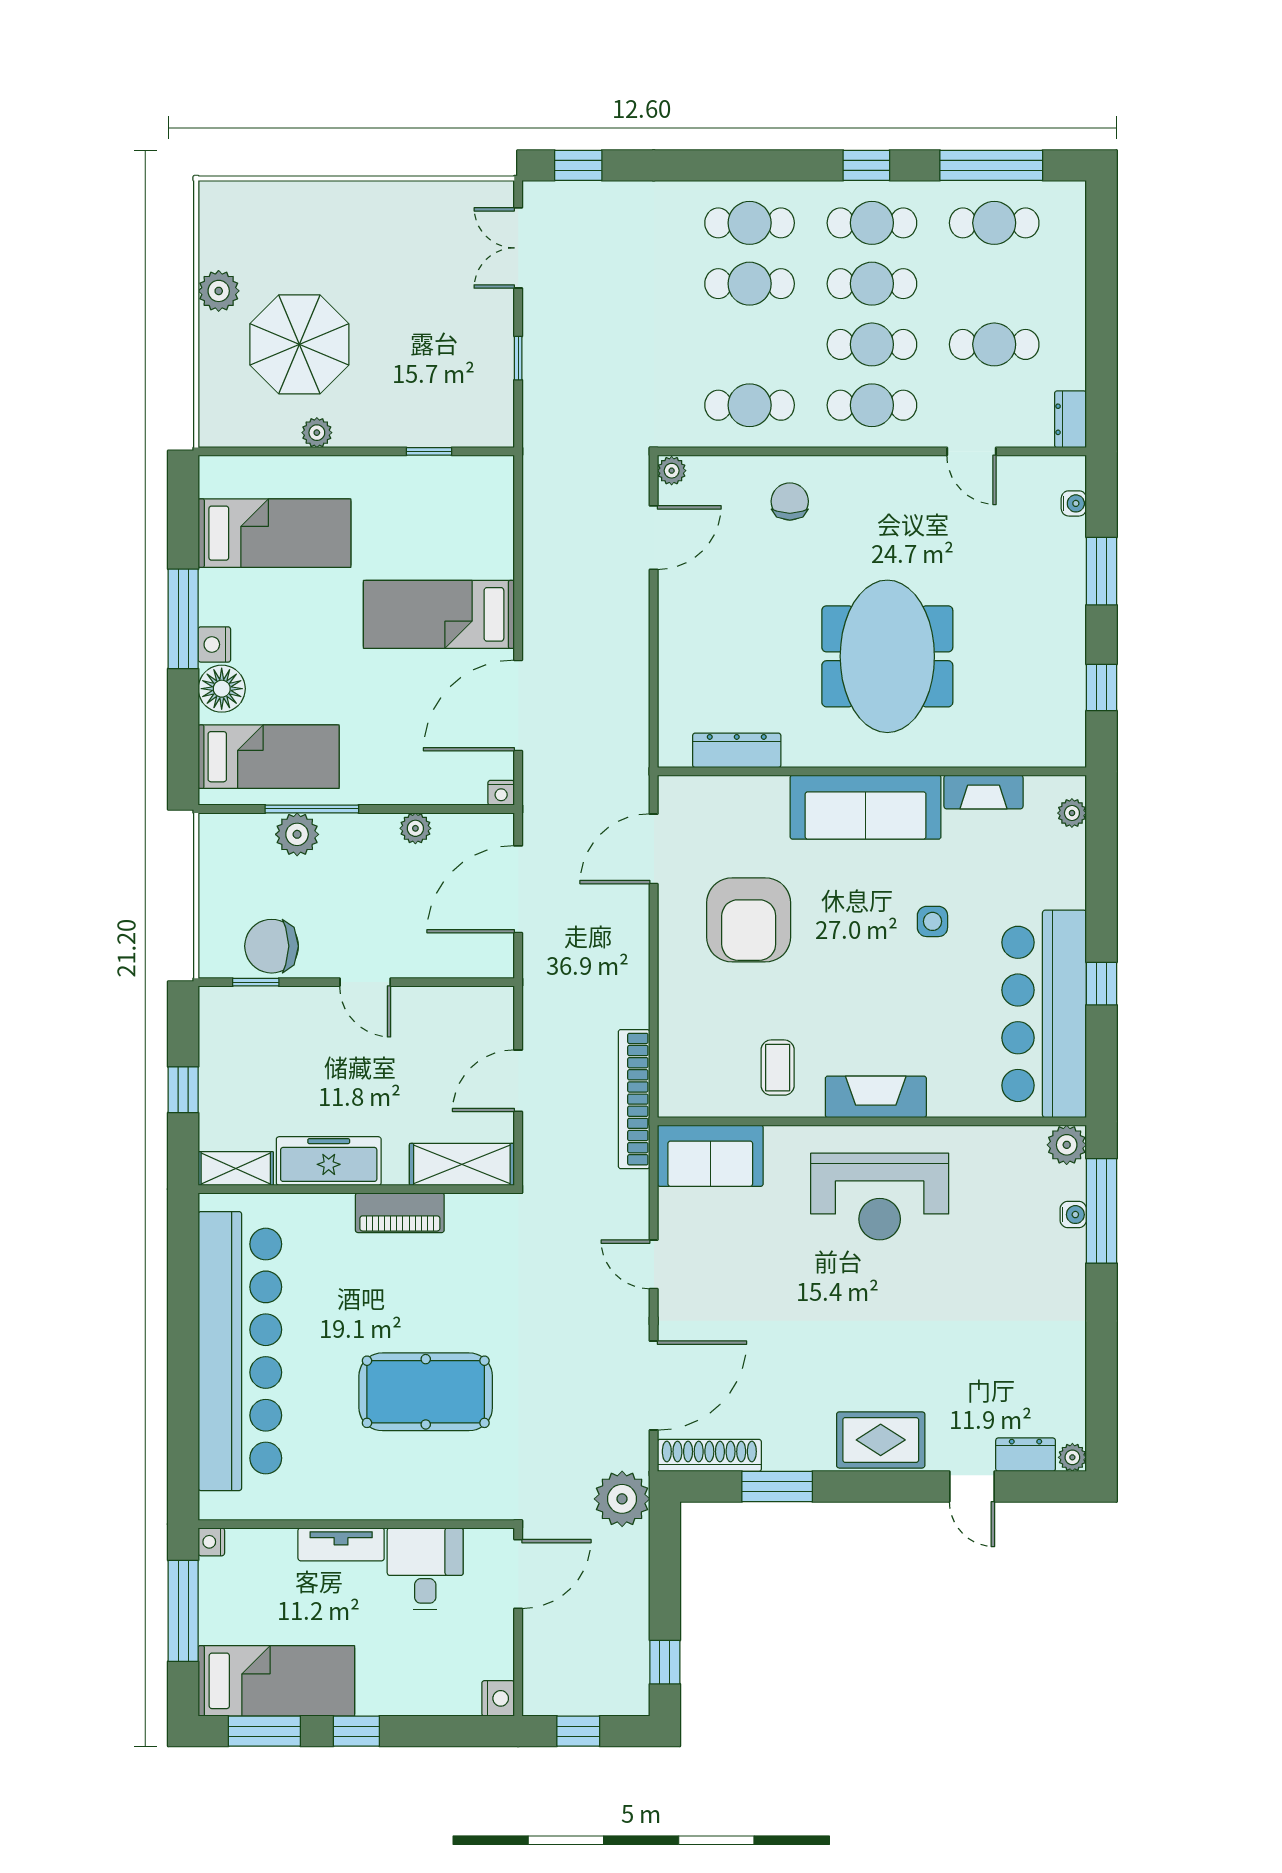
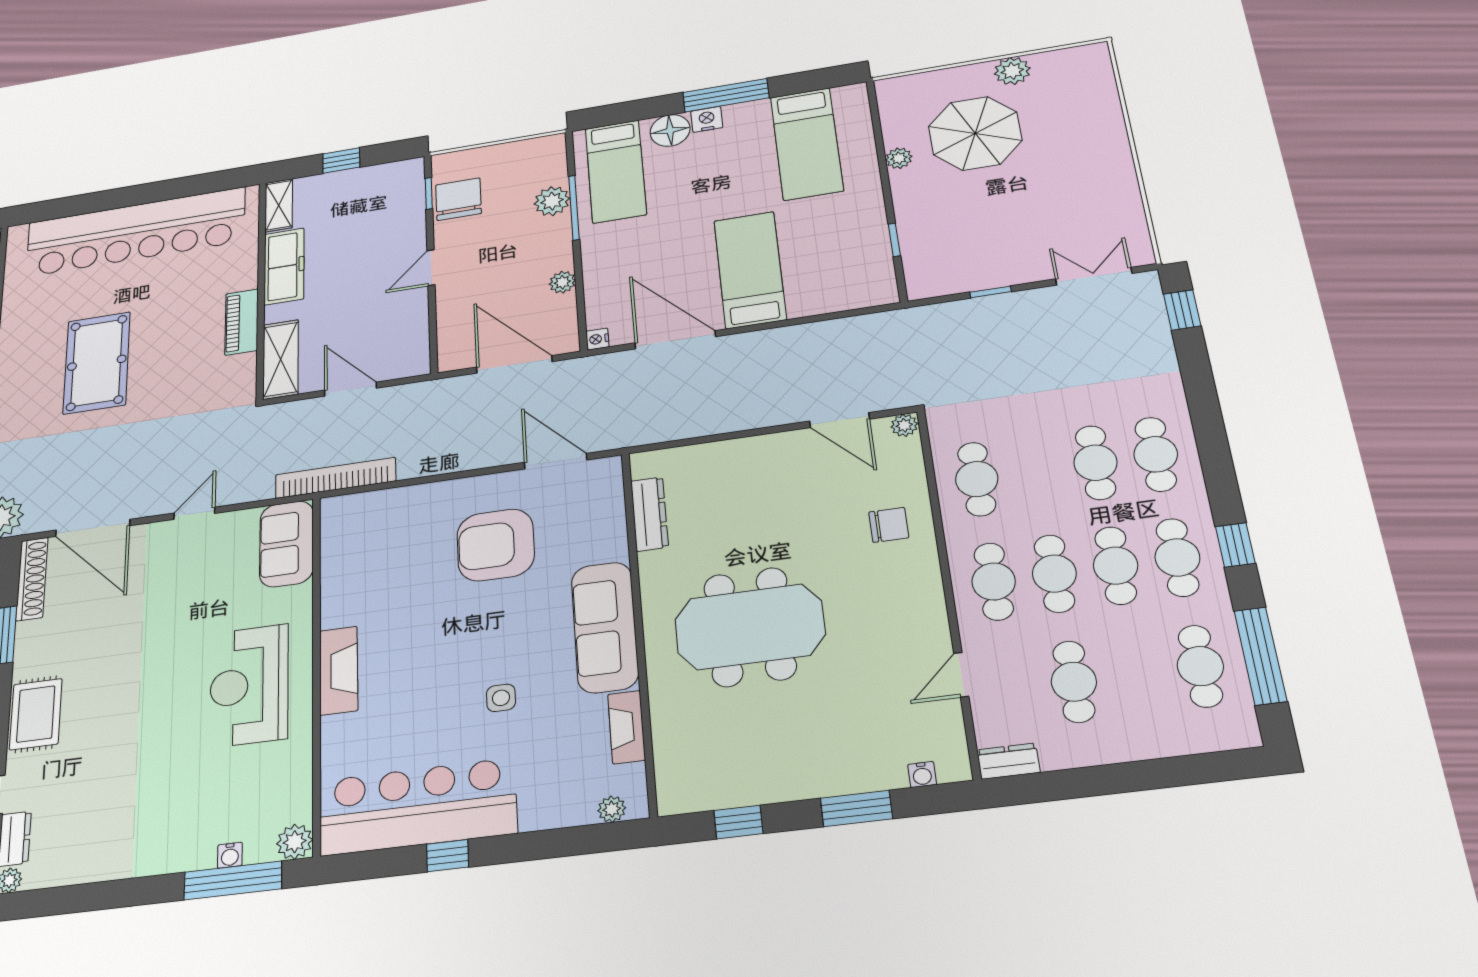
coffee table: (778, 1068) -> (364, 586), removed

